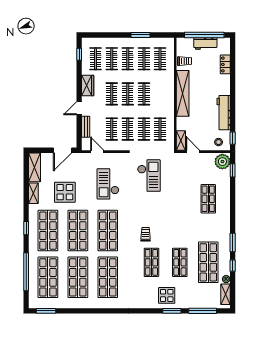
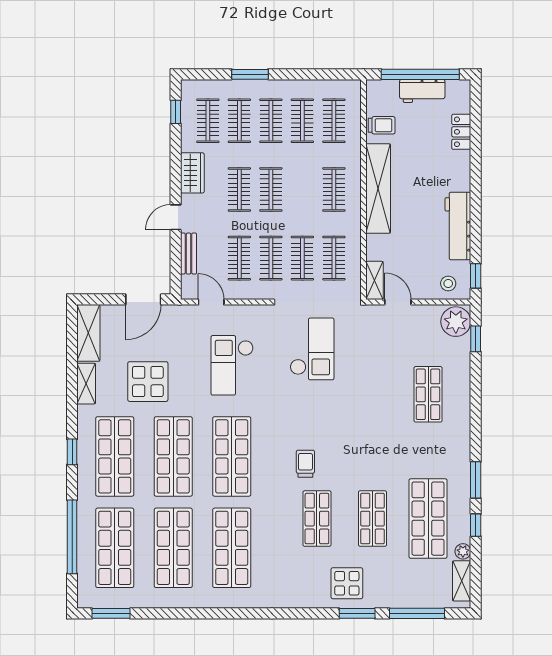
window: (140, 35) -> (250, 74), moved
clothes rail: (144, 94) -> (334, 189), moved

